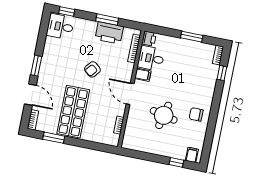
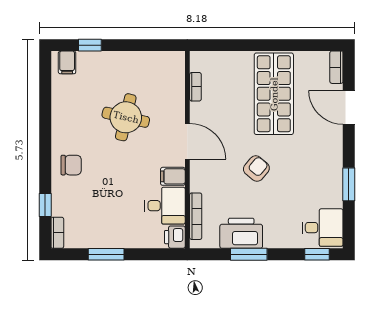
window: (36, 66) -> (349, 184), moved
chair: (196, 114) -> (71, 165), moved
window: (54, 138) -> (297, 45), removed

